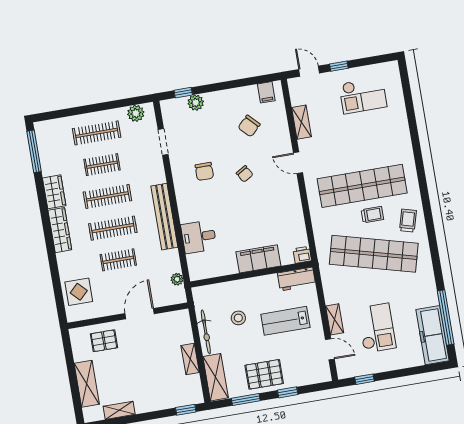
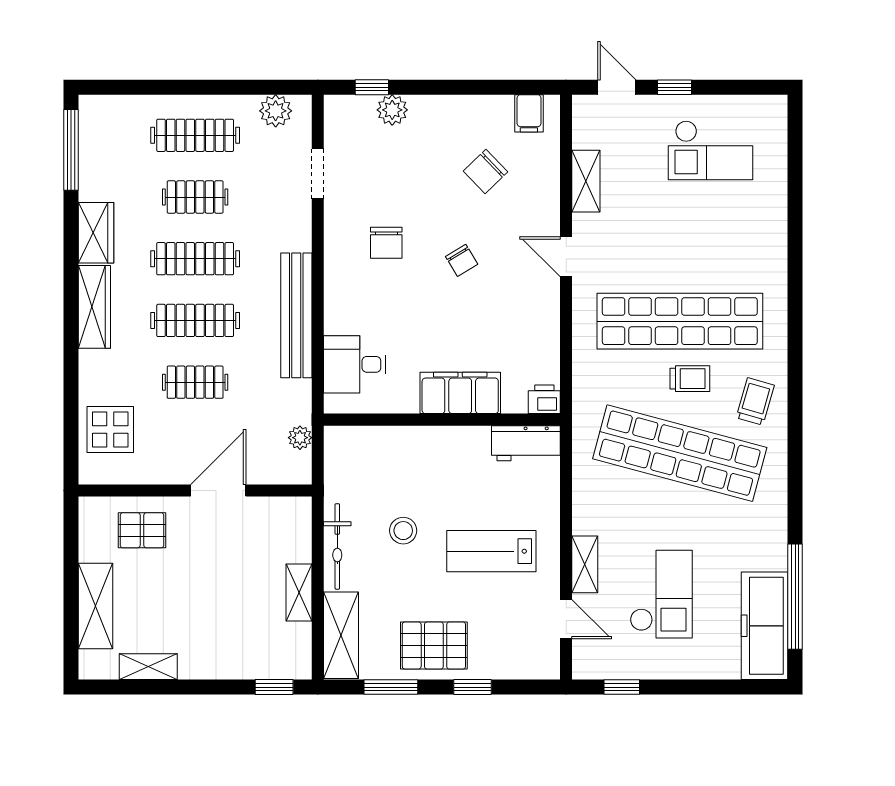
printer: (302, 255) -> (544, 399), moved
filing cabinet: (258, 259) -> (460, 393), moved
wall: (251, 274) -> (442, 420), moved
workbench: (297, 279) -> (526, 443), moved

